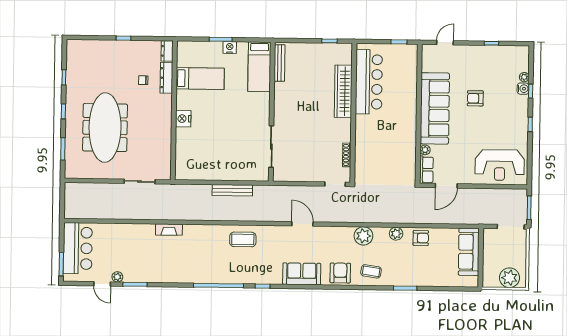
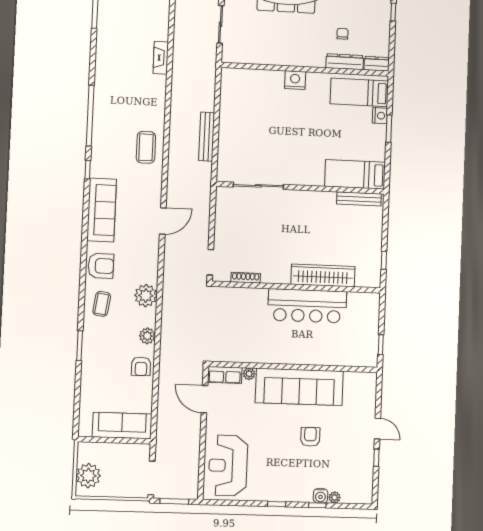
door: (445, 43) -> (377, 429), moved
nightstand: (230, 47) -> (380, 116), moved
bed: (200, 78) -> (359, 92), moved, turned 90
bar counter: (369, 82) -> (307, 306), moved
sofa: (302, 274) -> (102, 210), width x1.36

